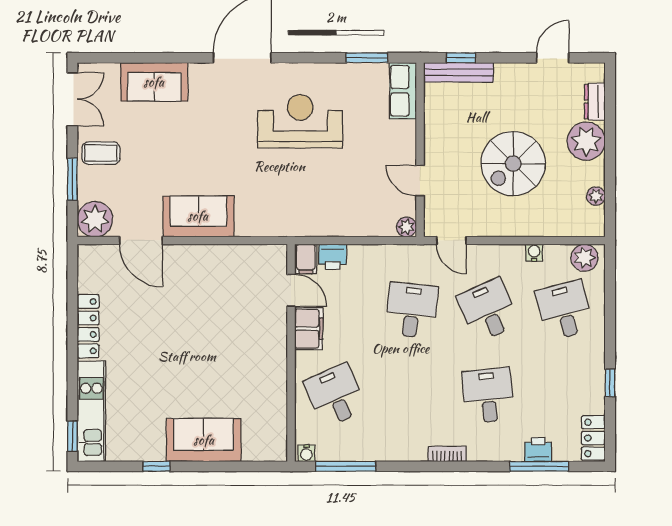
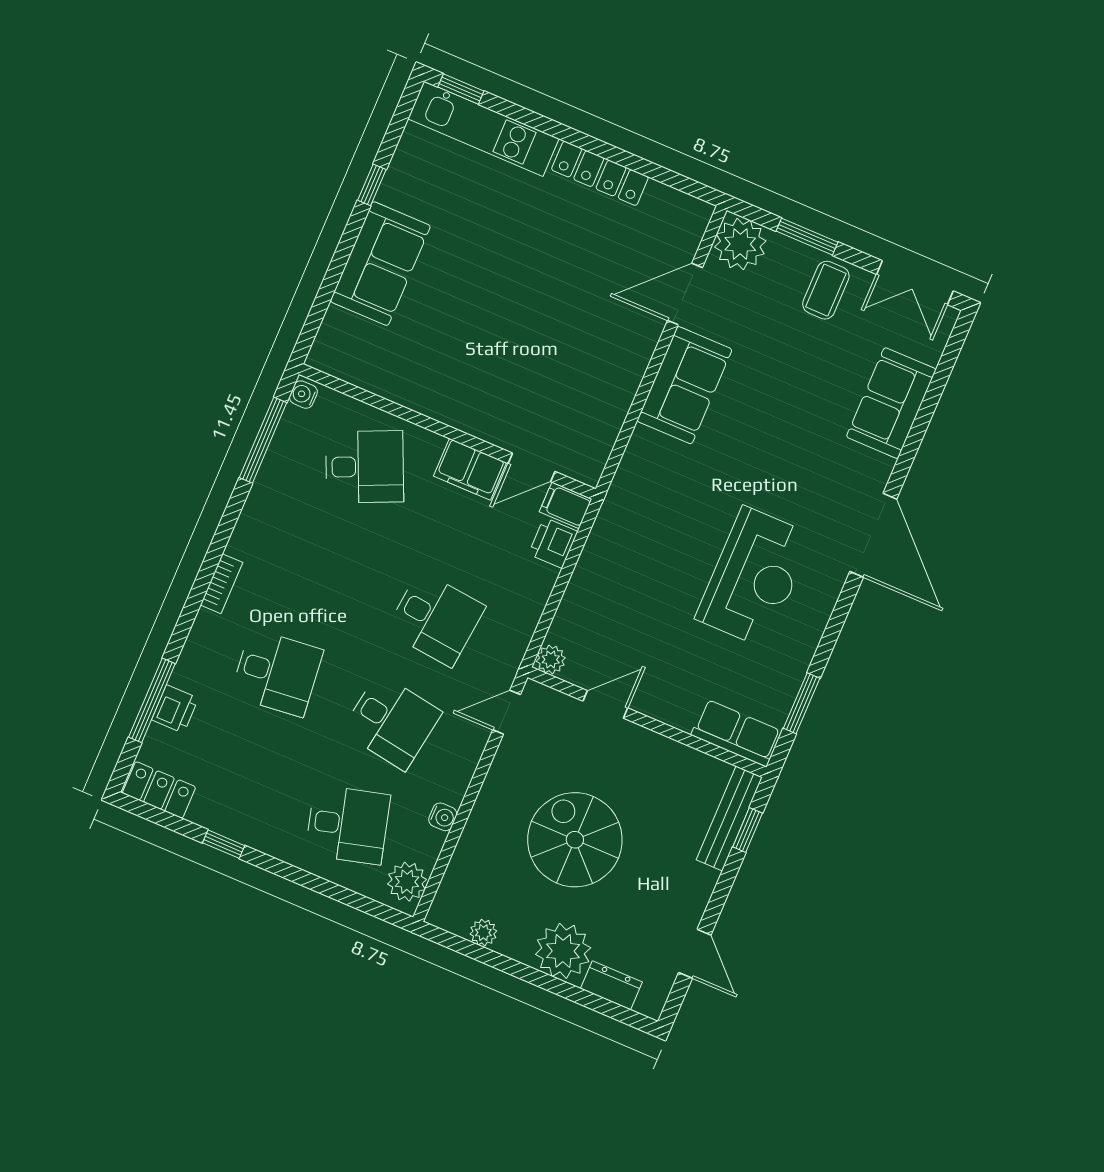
desk: (488, 310) -> (392, 722), turned 33

